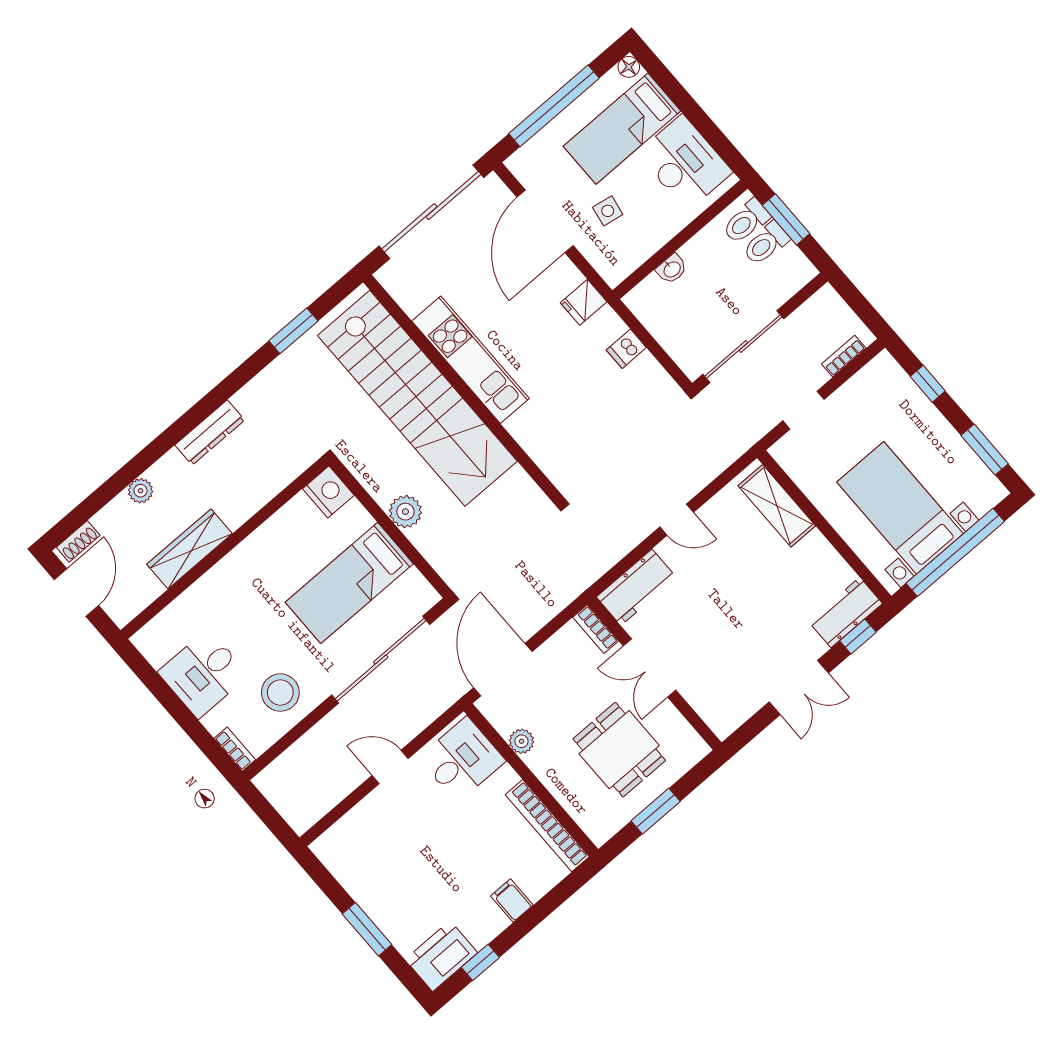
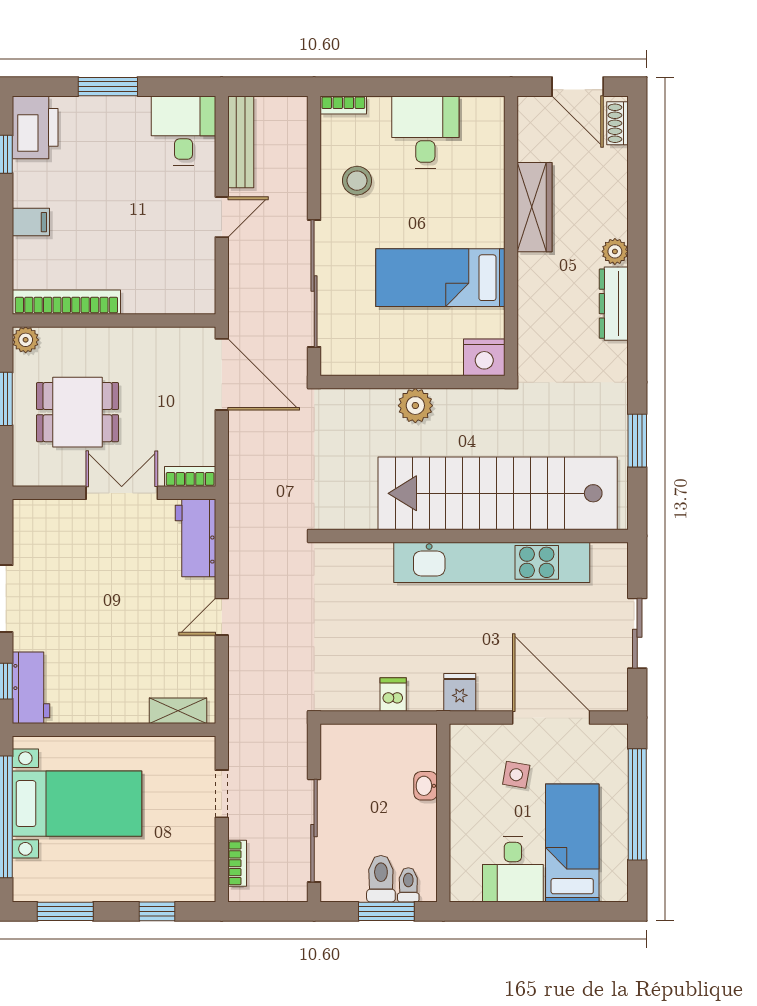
floor lamp: (629, 67) -> (617, 891), removed
desk: (685, 163) -> (513, 870), width x0.73
sliding door: (431, 212) -> (637, 633), width x0.54
toilet: (746, 221) -> (408, 885), width x0.73, depth x0.72
sliding door: (743, 347) -> (314, 831), moved
kitchen unit: (471, 360) -> (492, 562), width x1.36
plant: (140, 491) -> (615, 251), moved
shelving: (777, 506) -> (178, 711), width x0.67, depth x0.75
bed: (349, 583) -> (440, 278), moved, turned -90
stool: (280, 693) -> (357, 181), width x0.73, depth x0.73
plant: (521, 741) -> (26, 340), moved
desk: (462, 759) -> (183, 130), moved, turned 180
bench: (324, 800) -> (241, 142), added

